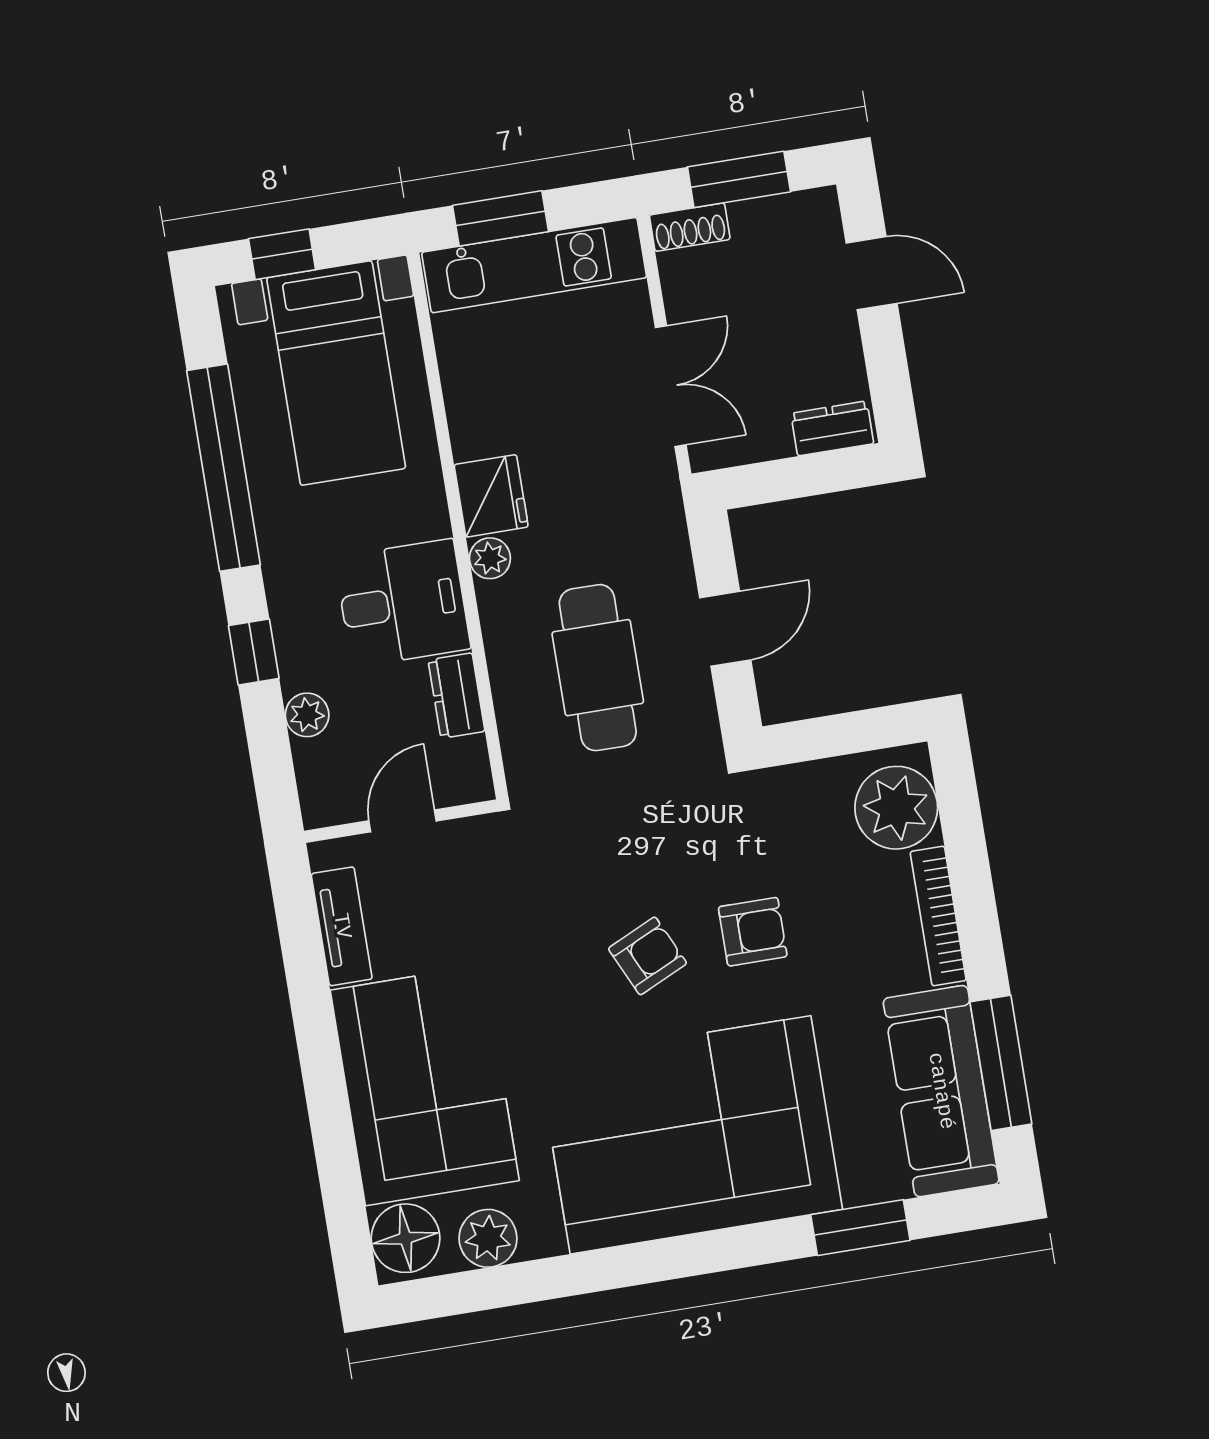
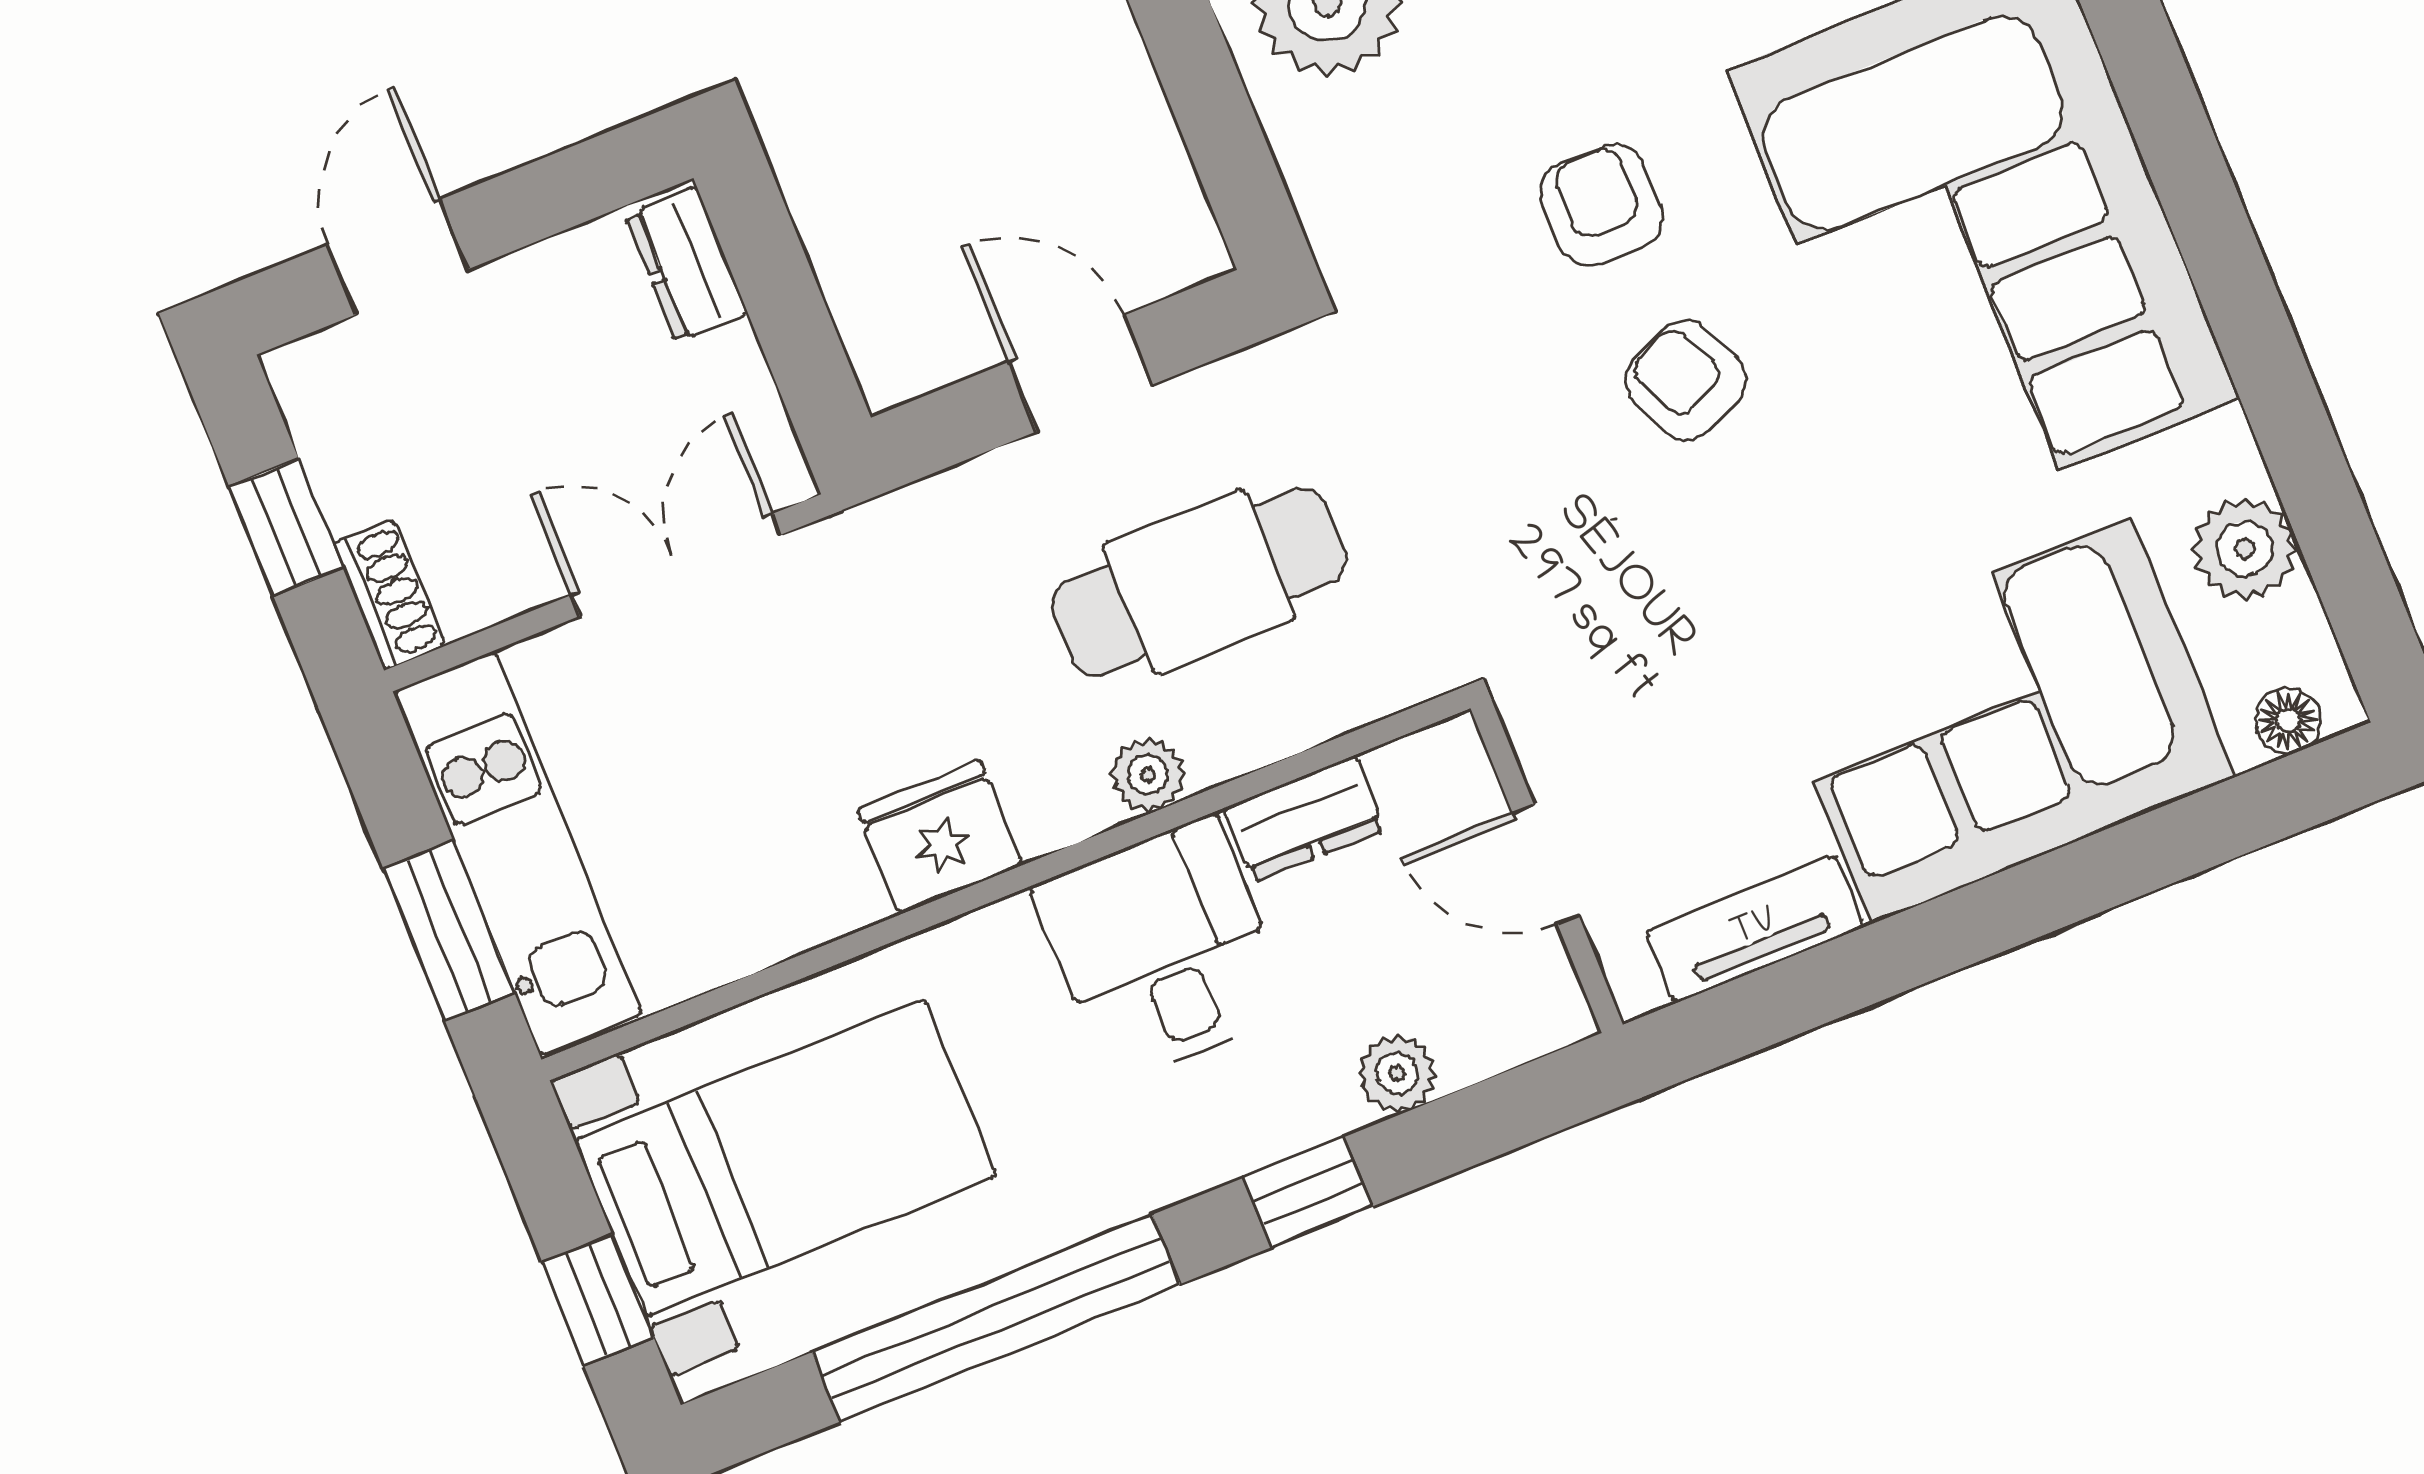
window: (739, 179) -> (286, 527), width x0.67
plant: (490, 558) -> (1148, 775), moved
floor lamp: (405, 1238) -> (2288, 721), width x0.53, depth x0.53

